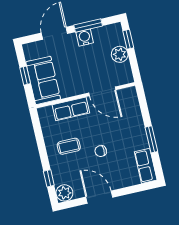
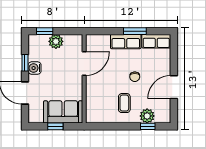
window: (88, 25) -> (25, 63), width x0.67
row of seats: (71, 109) -> (126, 42), moved, turned 90
plant: (64, 193) -> (147, 116), moved

